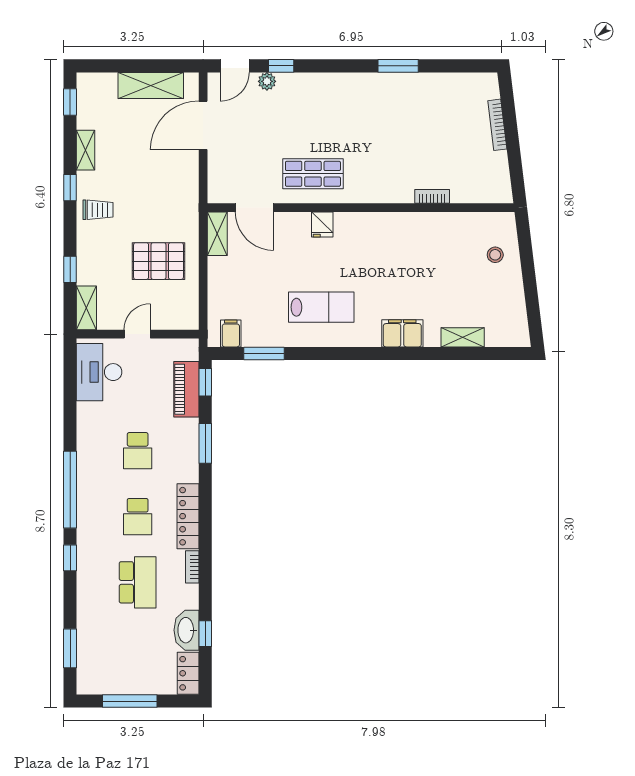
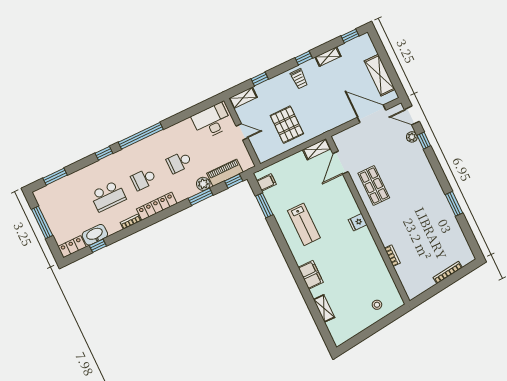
fridge: (322, 224) -> (358, 222), moved
plant: (188, 430) -> (203, 184), added

